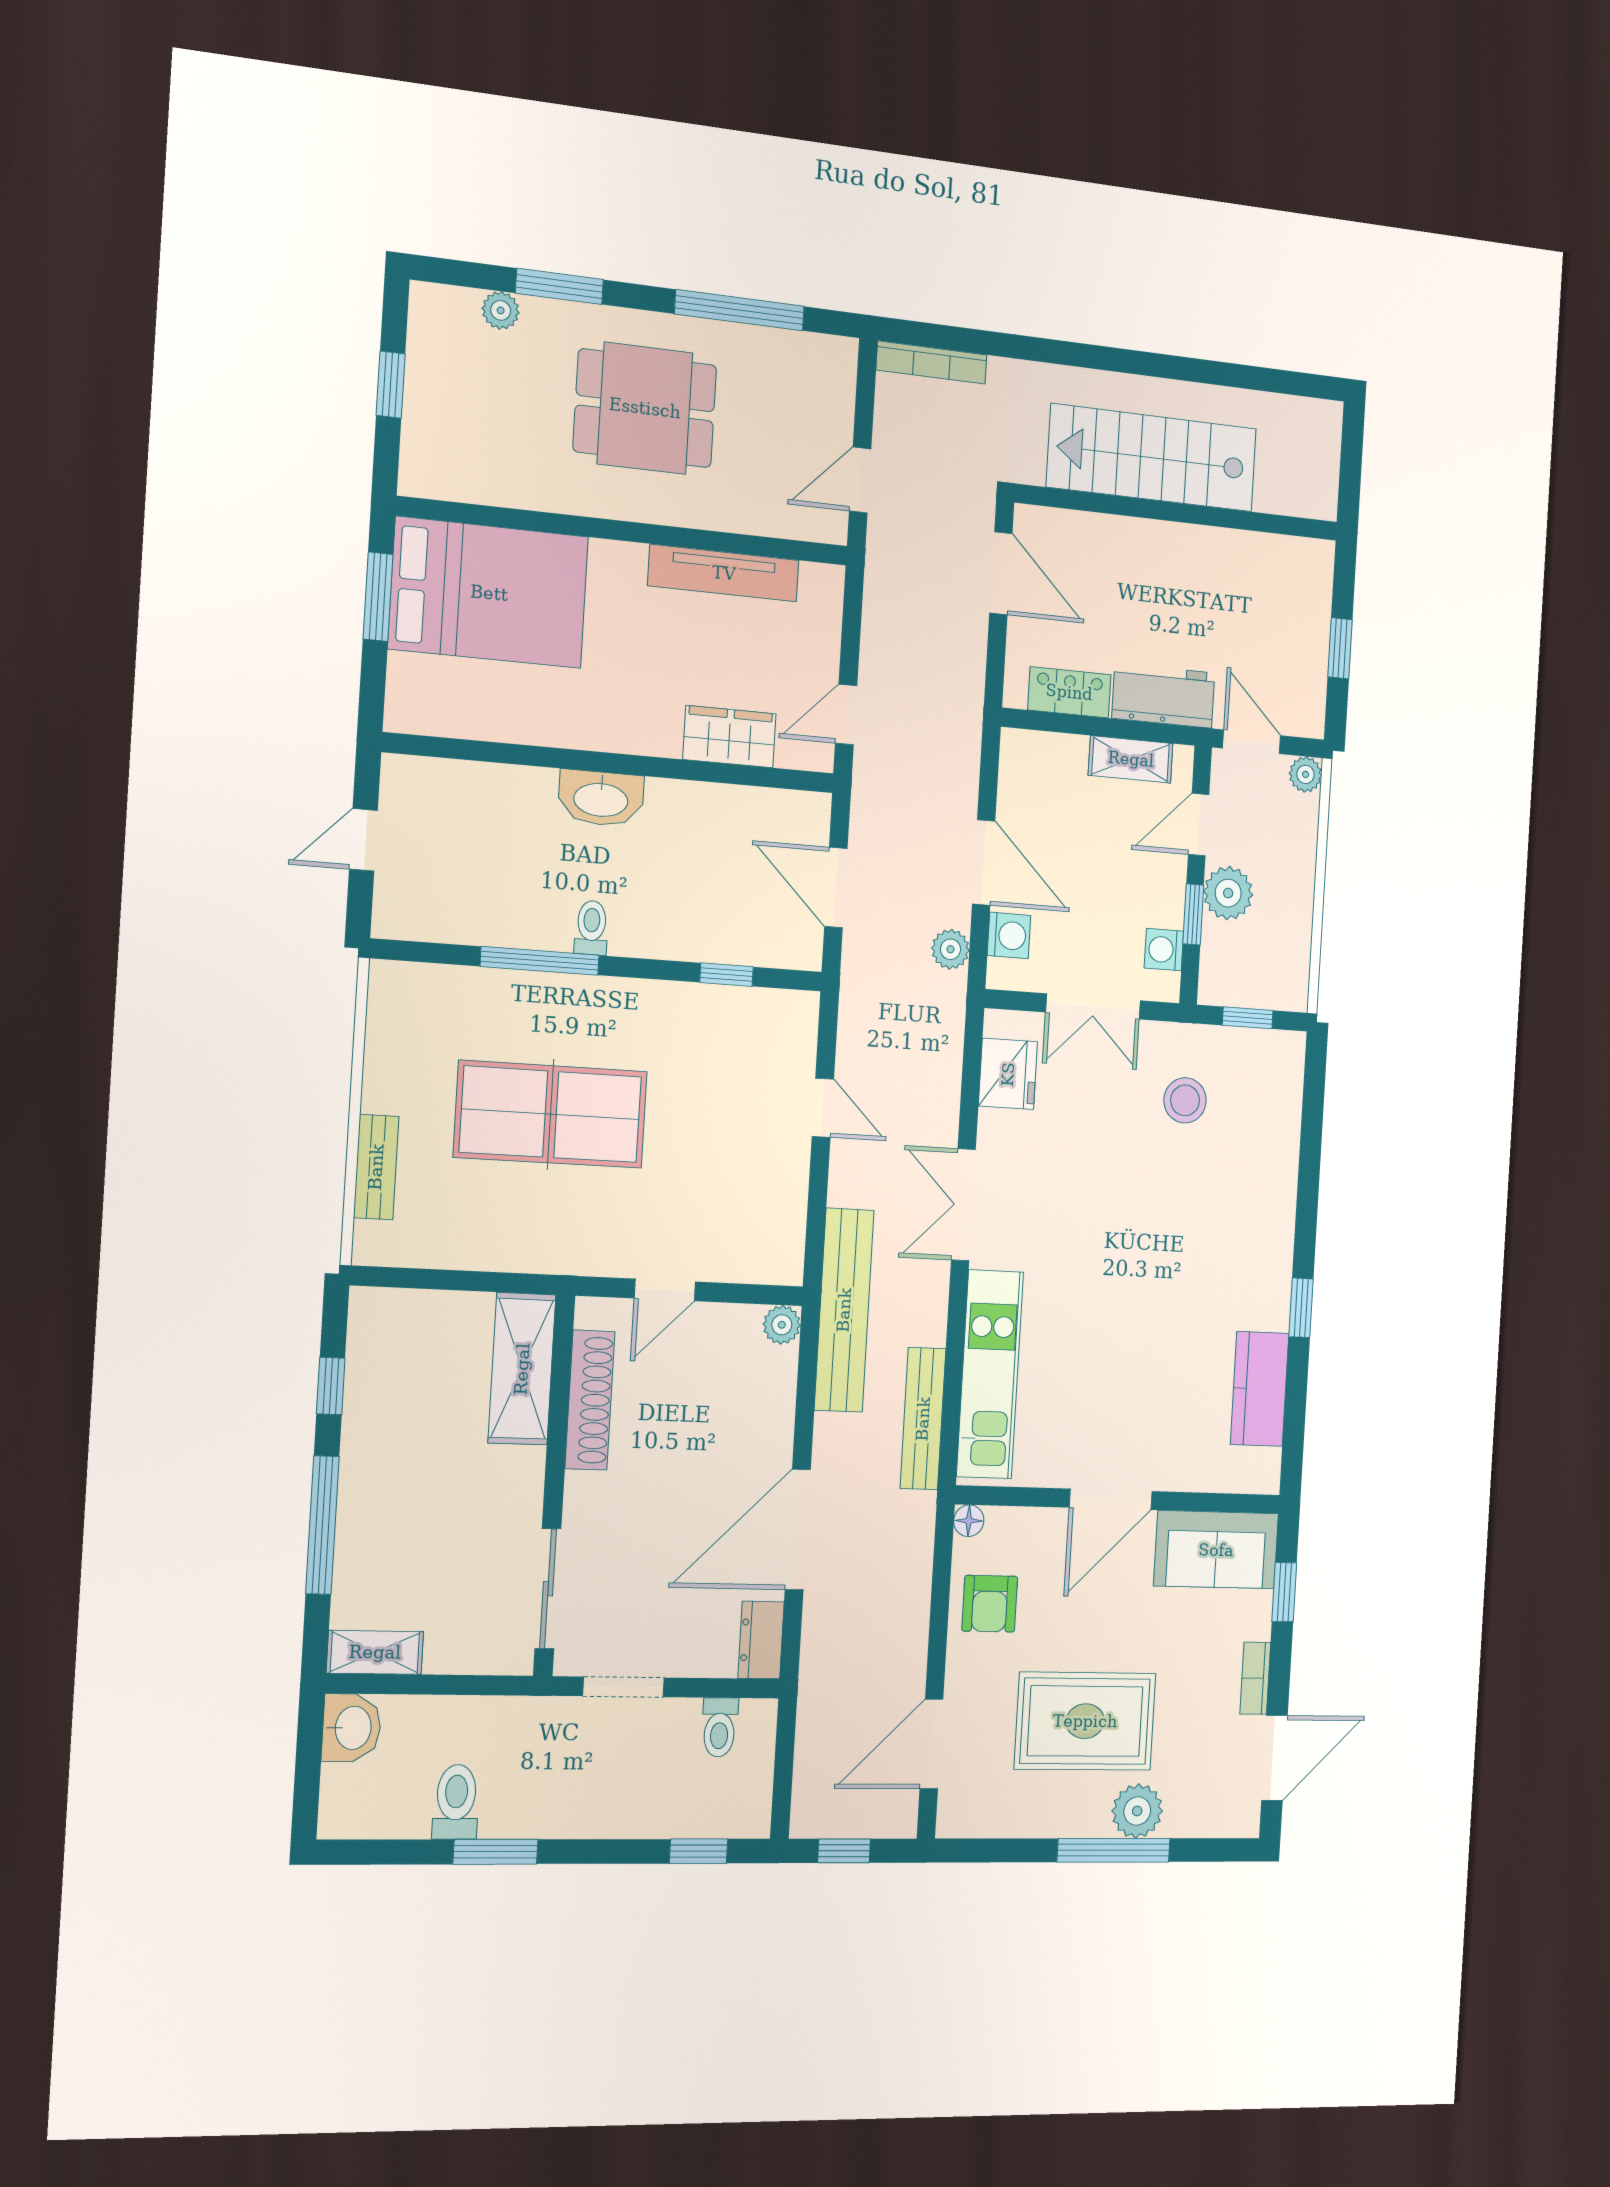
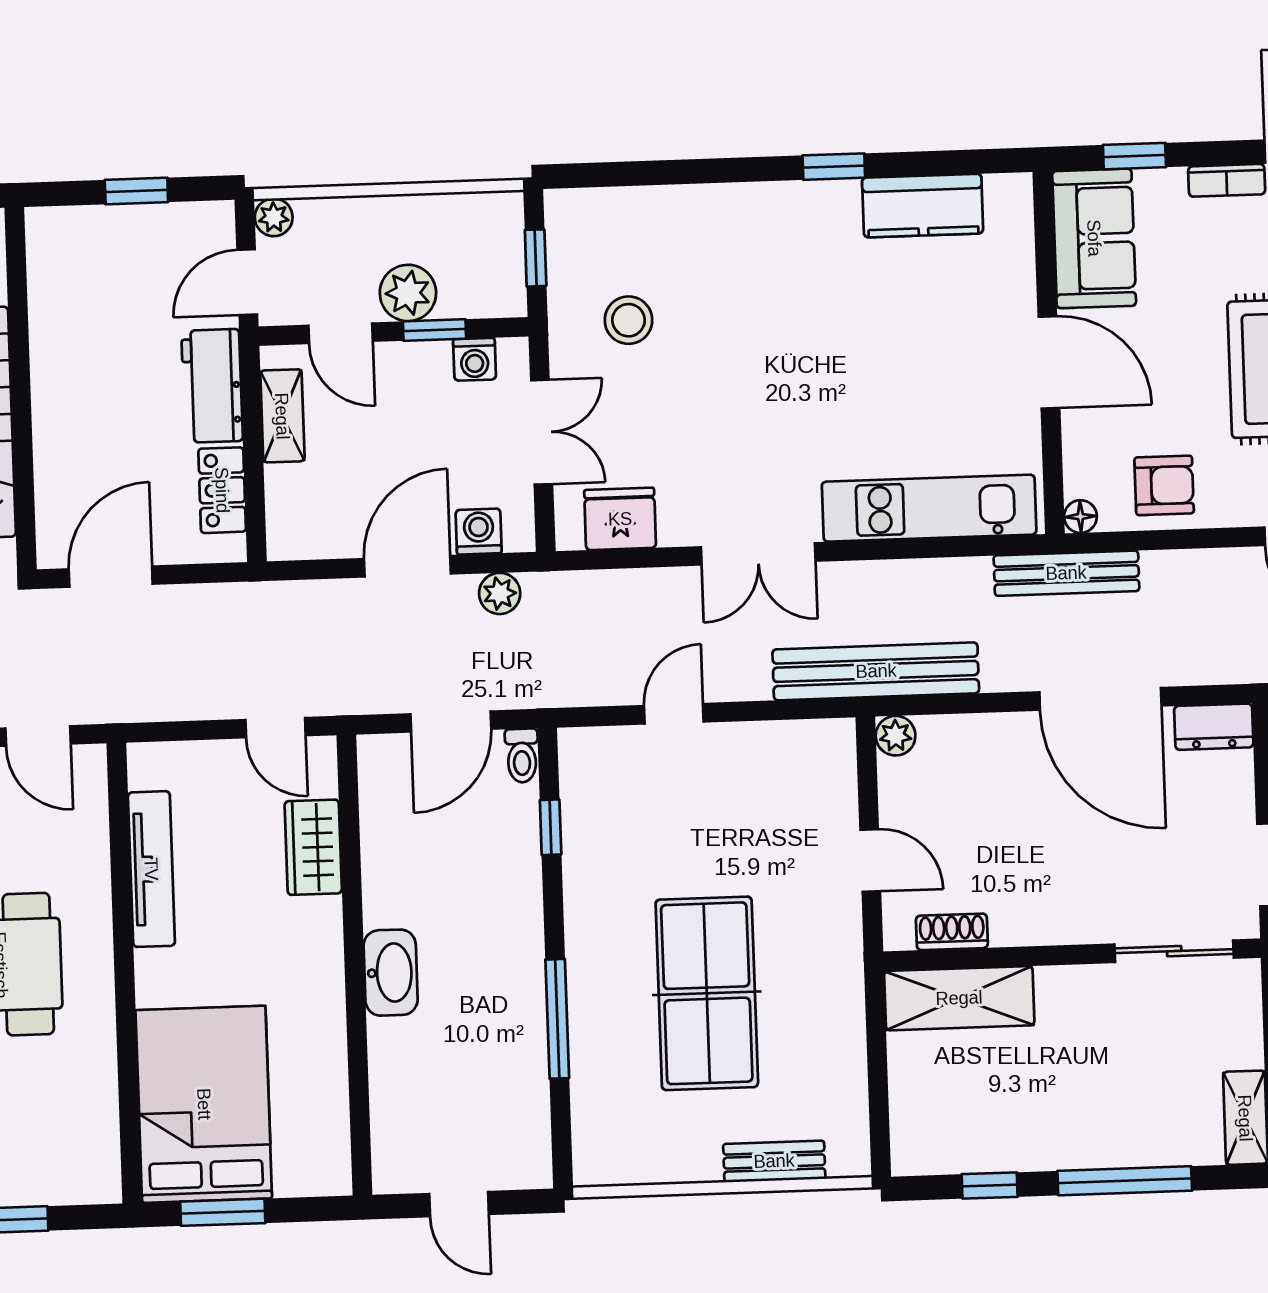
toilet: (591, 928) -> (522, 756), moved, turned -90
shoe rack: (590, 1400) -> (952, 932), width x0.51, depth x0.81
bench: (923, 1419) -> (1066, 573), moved

